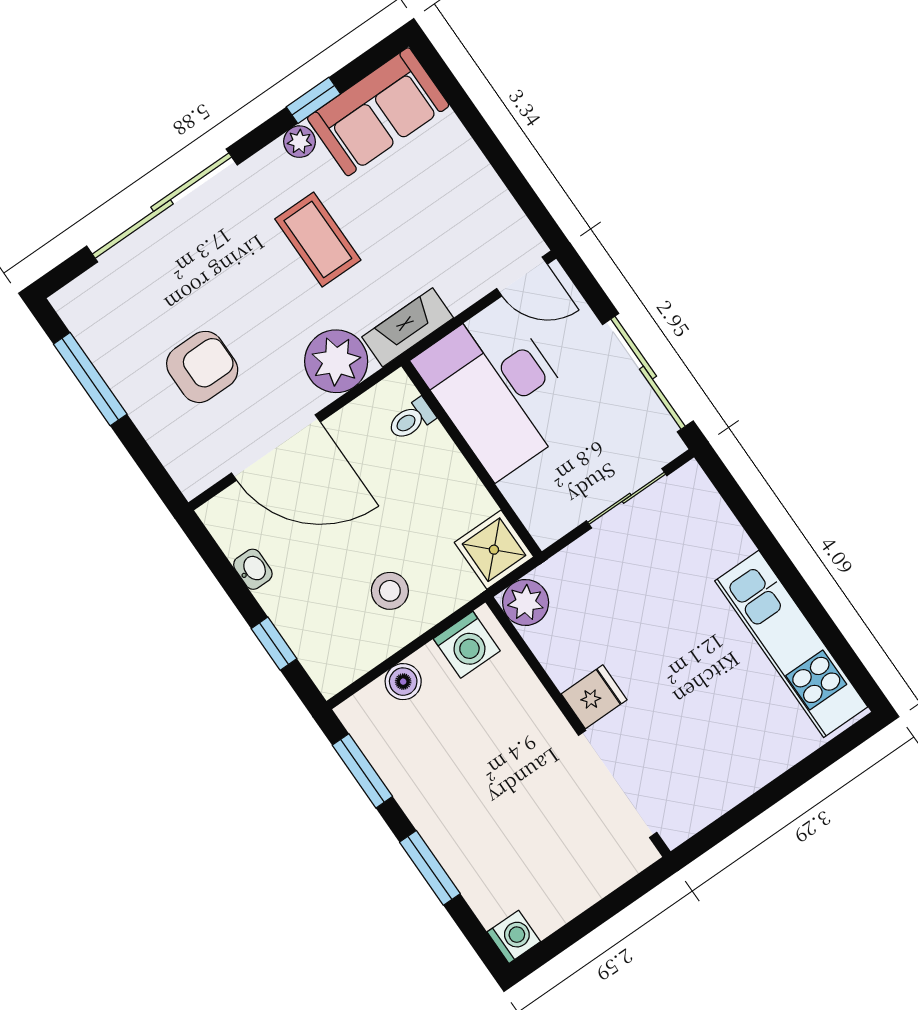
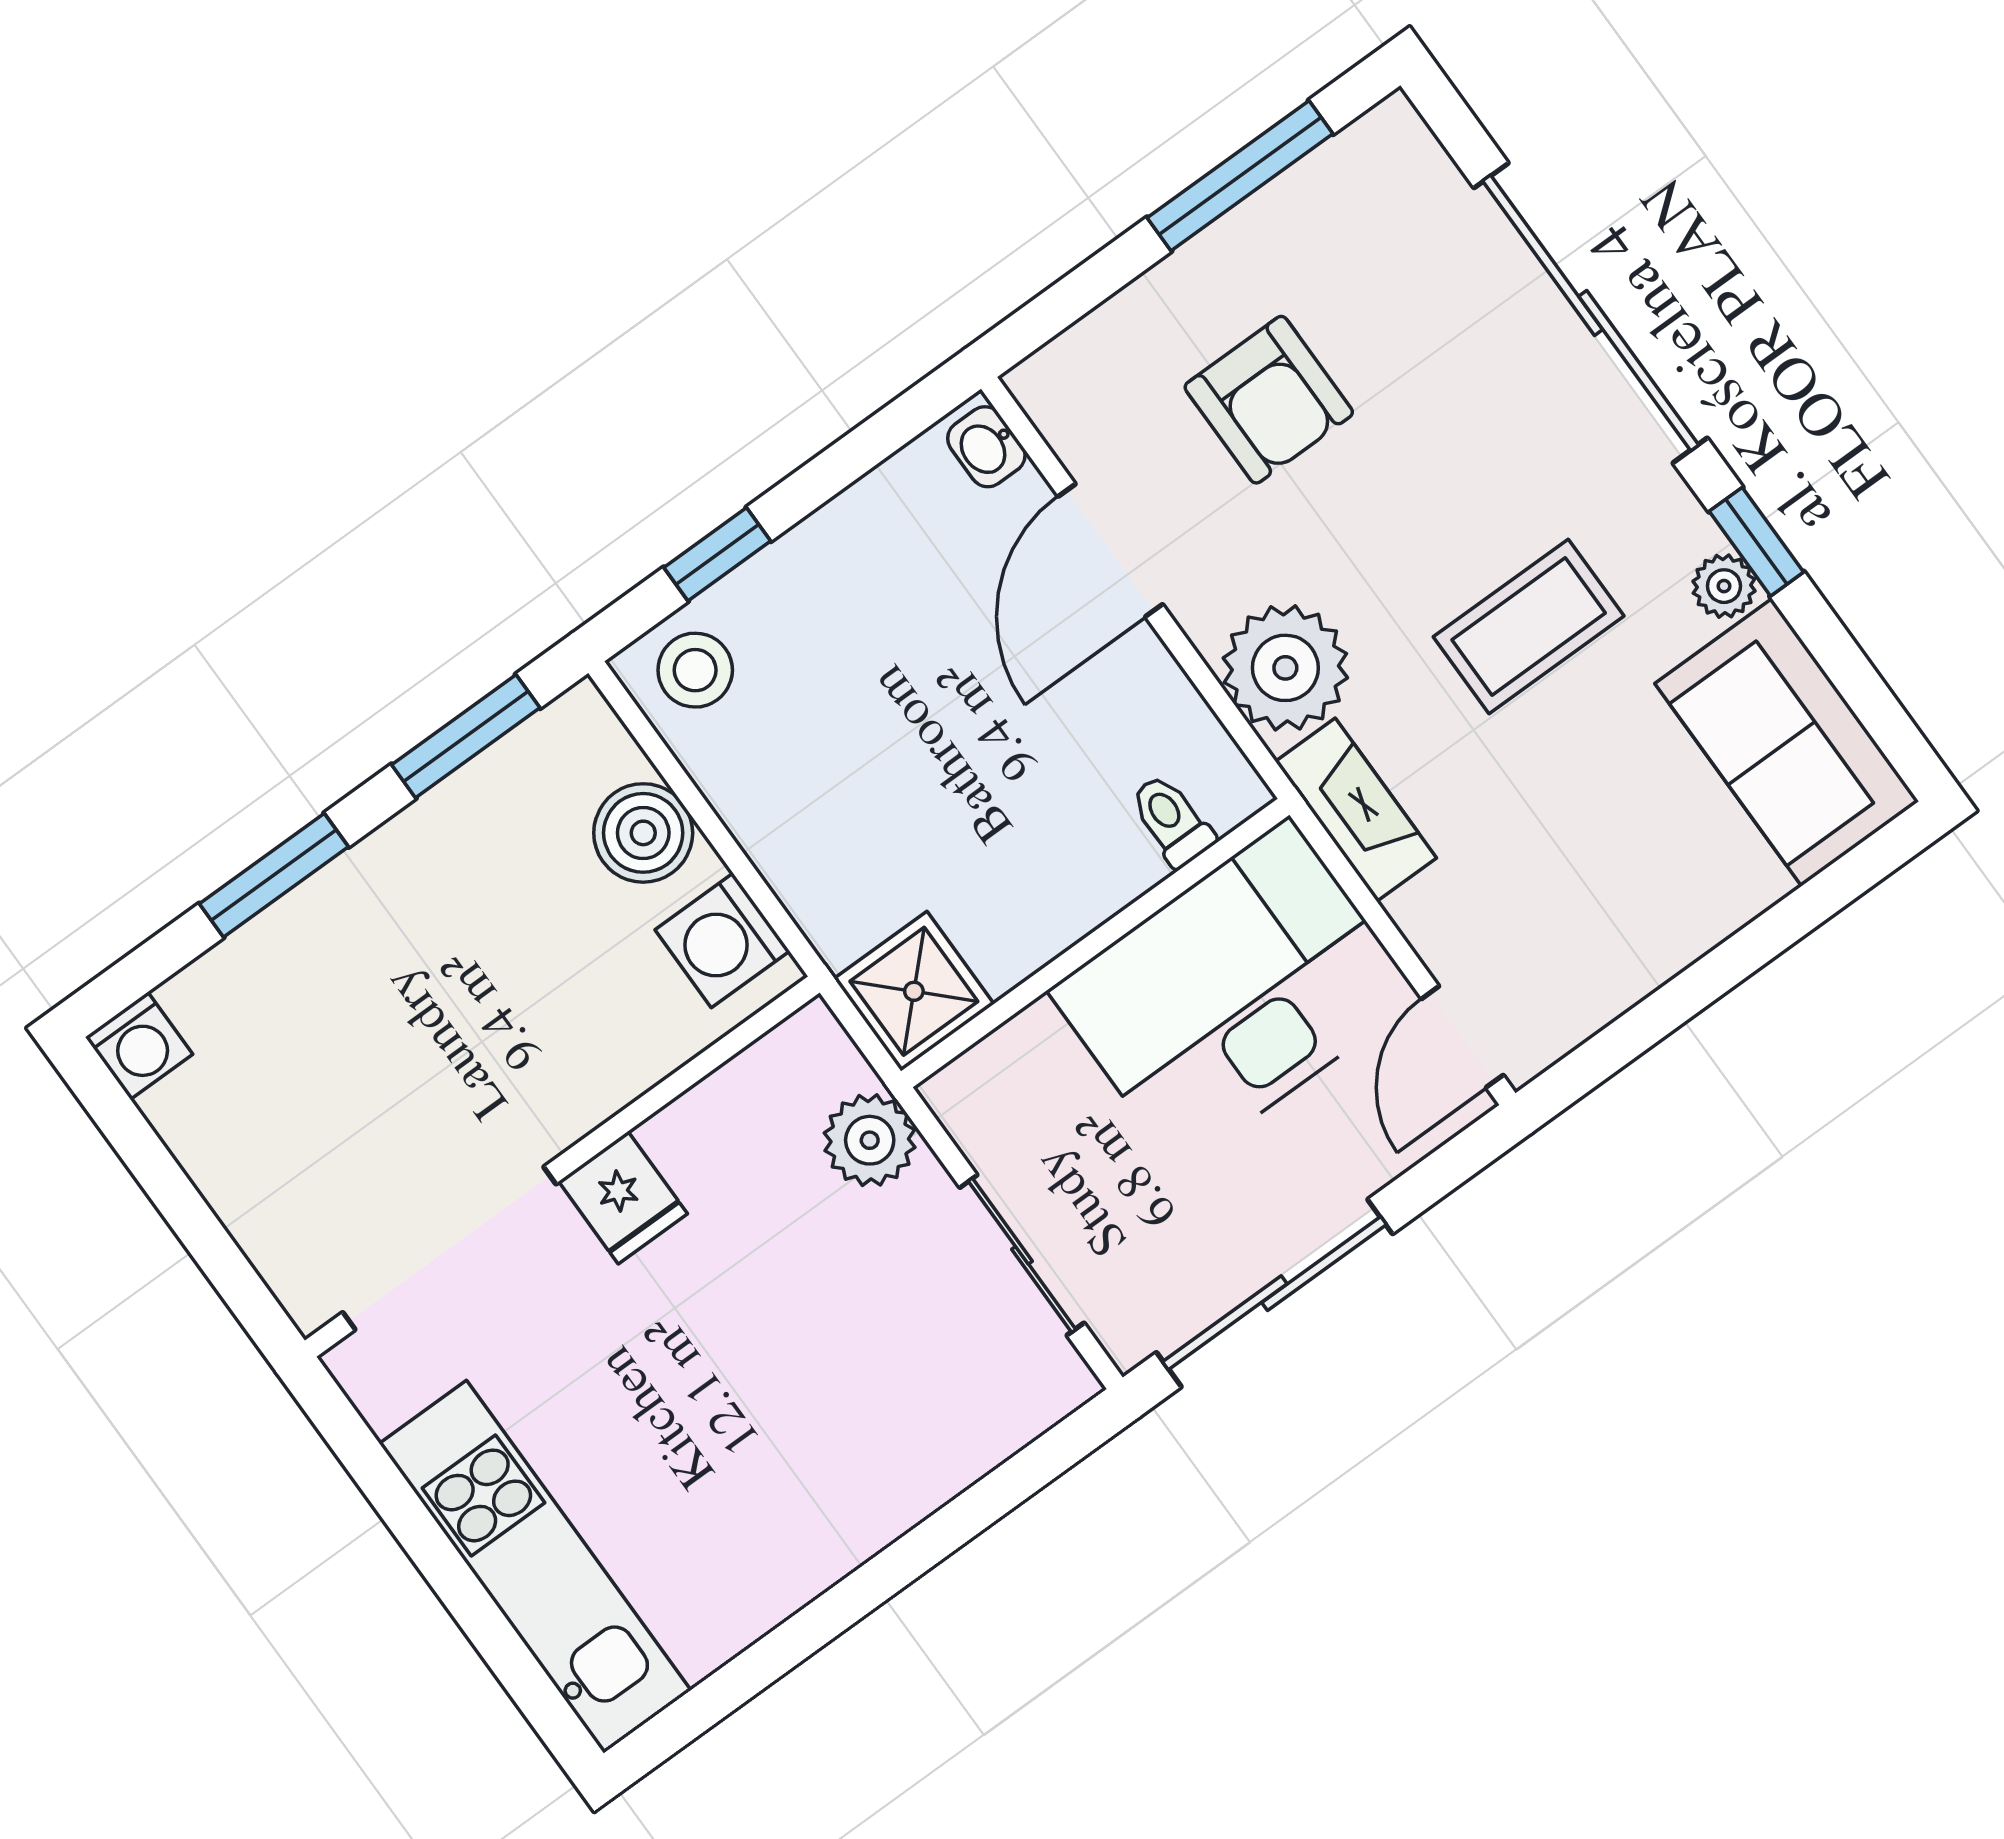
window: (313, 100) -> (1756, 542), moved
door: (276, 447) -> (1110, 550), width x0.73
washbasin: (253, 569) -> (986, 447), moved, turned 90
stool: (390, 591) -> (695, 670), moved
plant: (526, 602) -> (870, 1140), moved
kitchen unit: (791, 644) -> (535, 1567), moved, turned 90
boiler: (403, 682) -> (643, 833), width x1.36, depth x1.36

